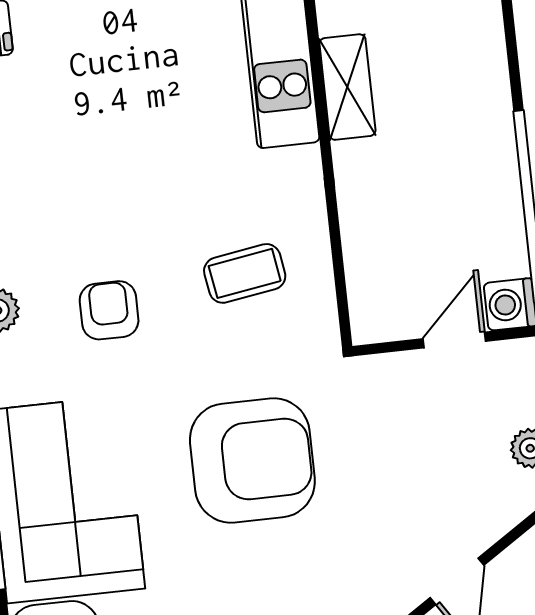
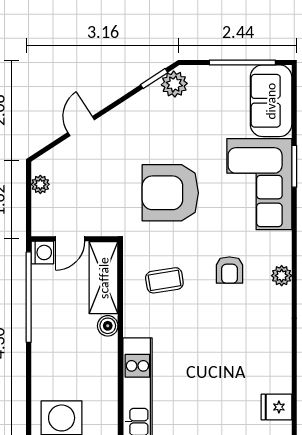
shelving: (347, 87) -> (104, 278), moved, width x1.50, depth x1.33
boiler: (355, 164) -> (108, 326), added

